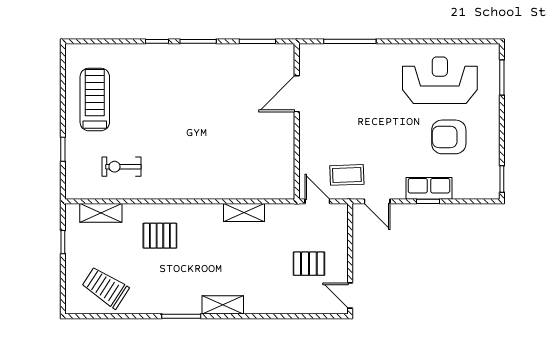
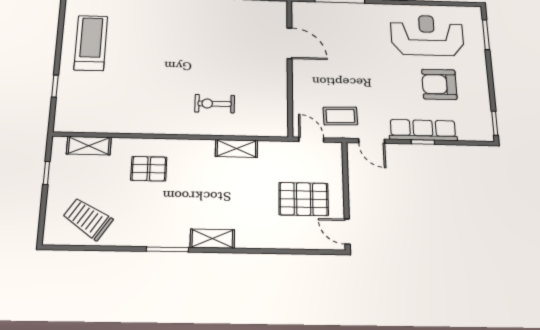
door: (297, 94) -> (290, 43), swing flipped
exercise bike: (121, 167) -> (215, 104), moved
row of seats: (429, 188) -> (423, 130), width x1.48
pallet: (309, 264) -> (304, 199), width x1.50, depth x1.42

